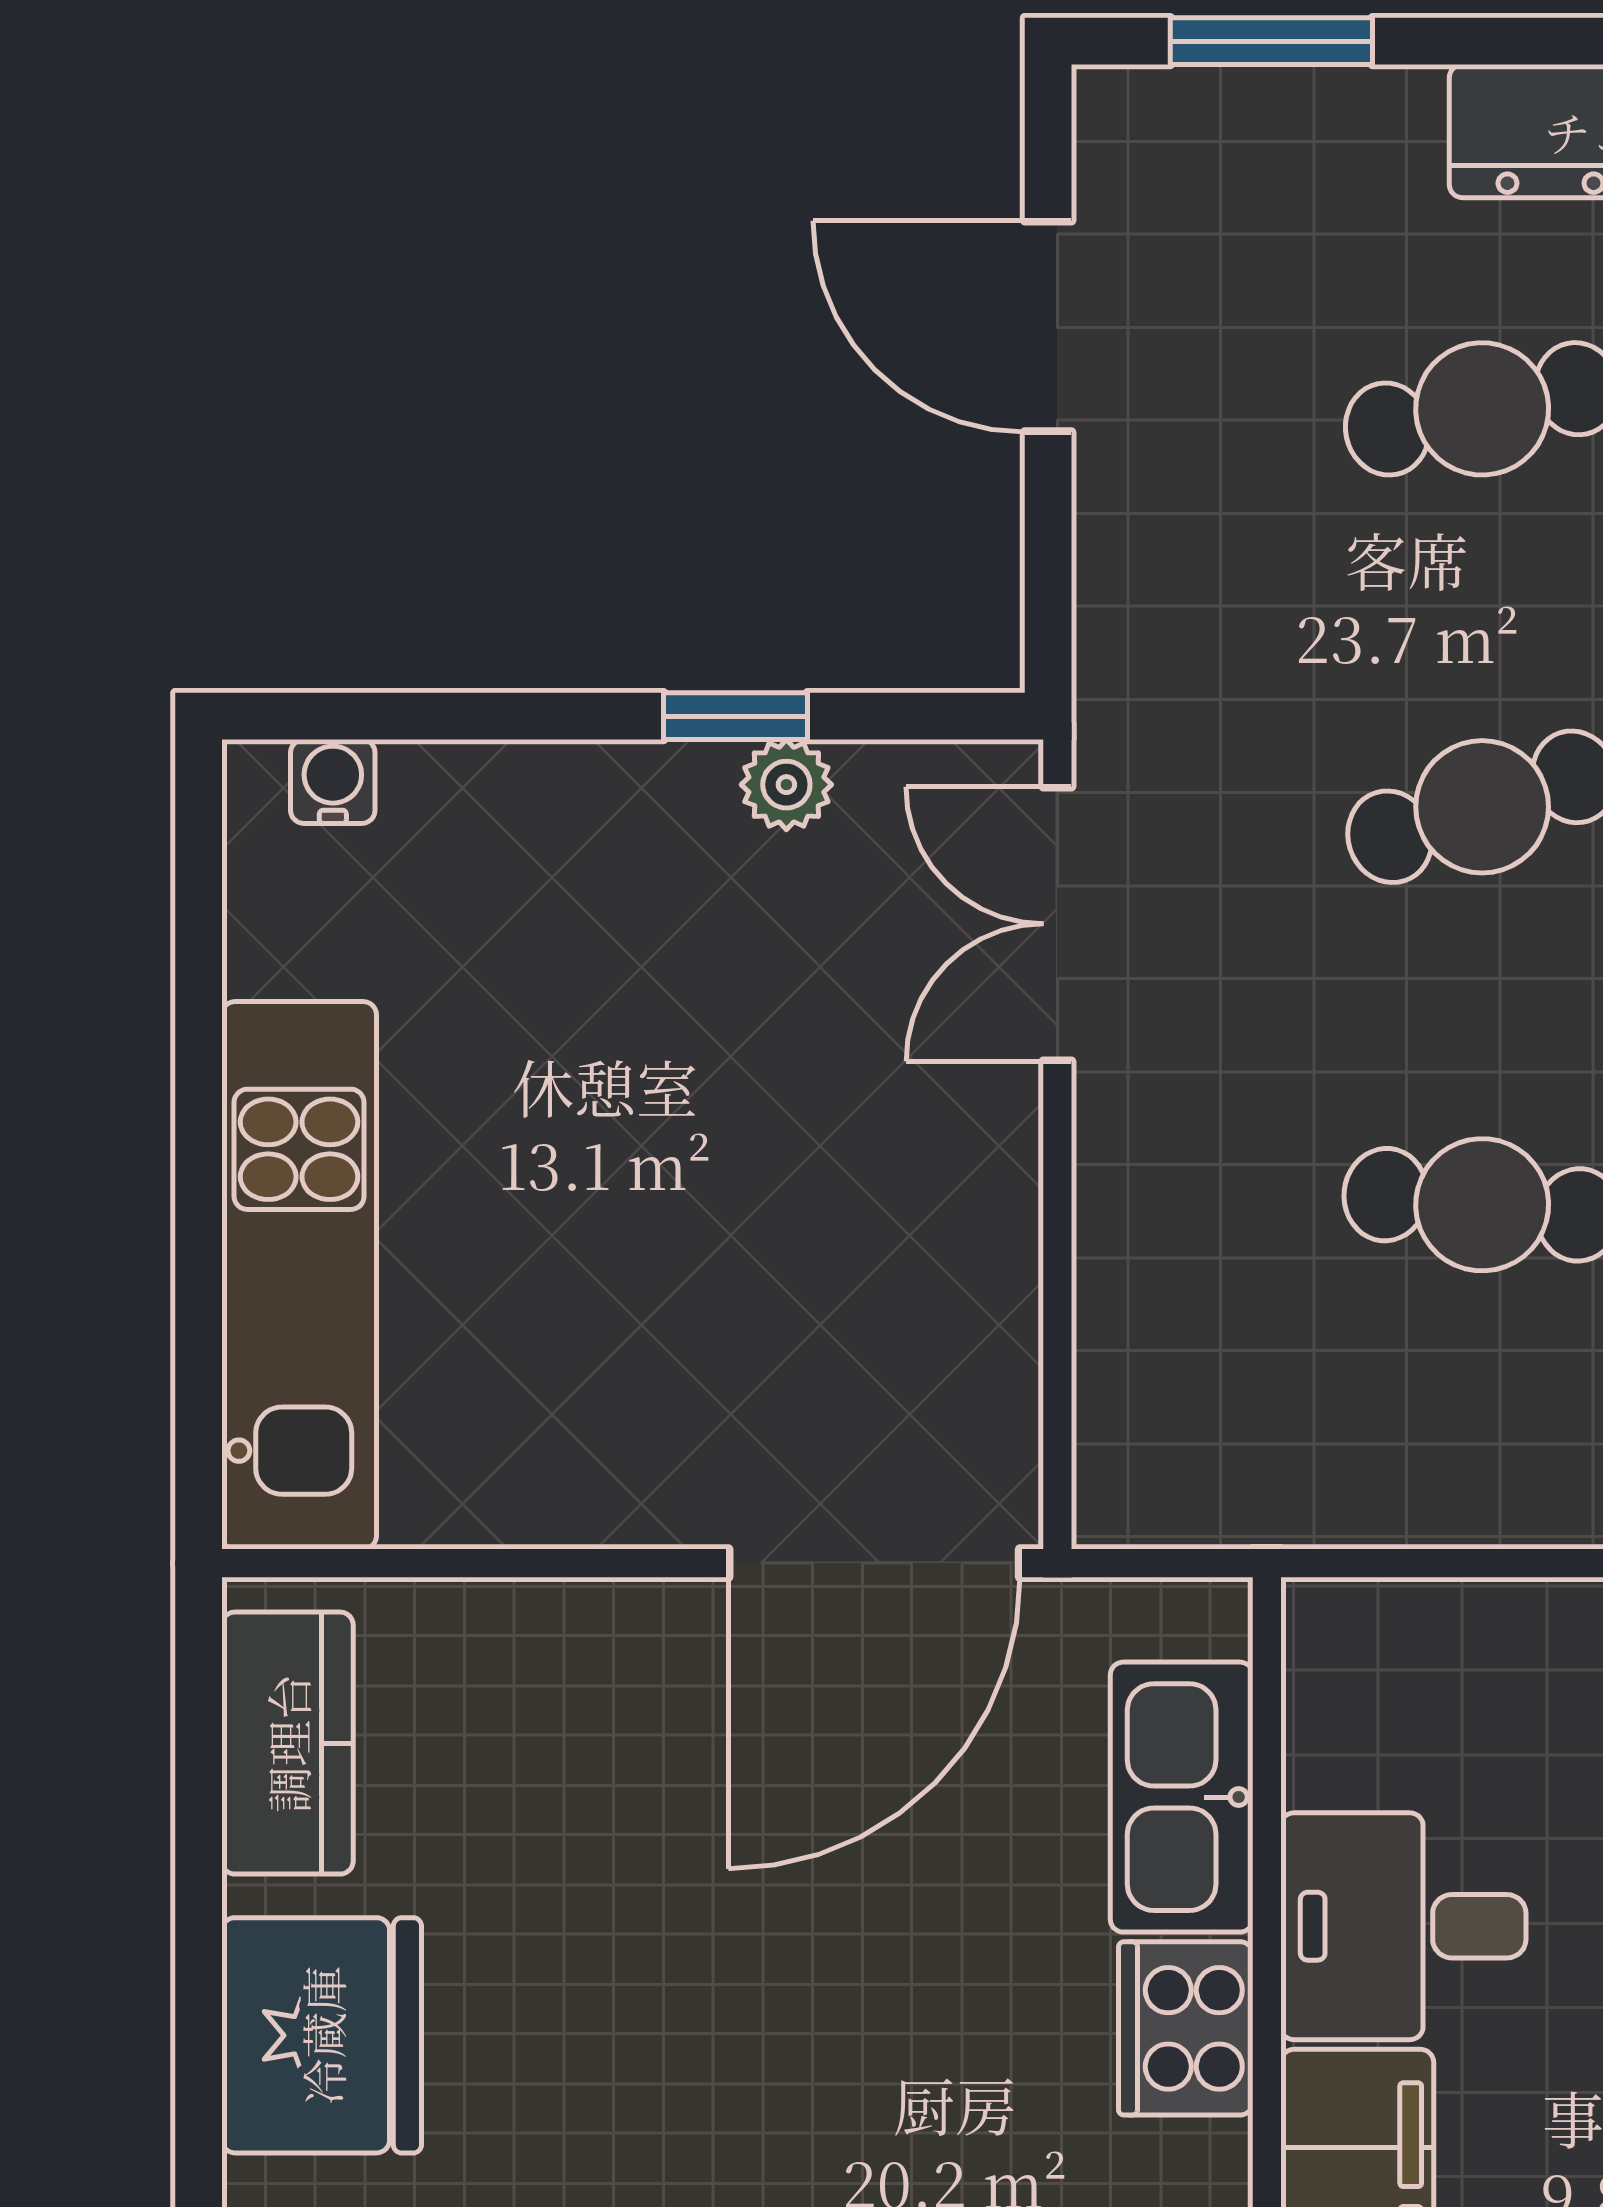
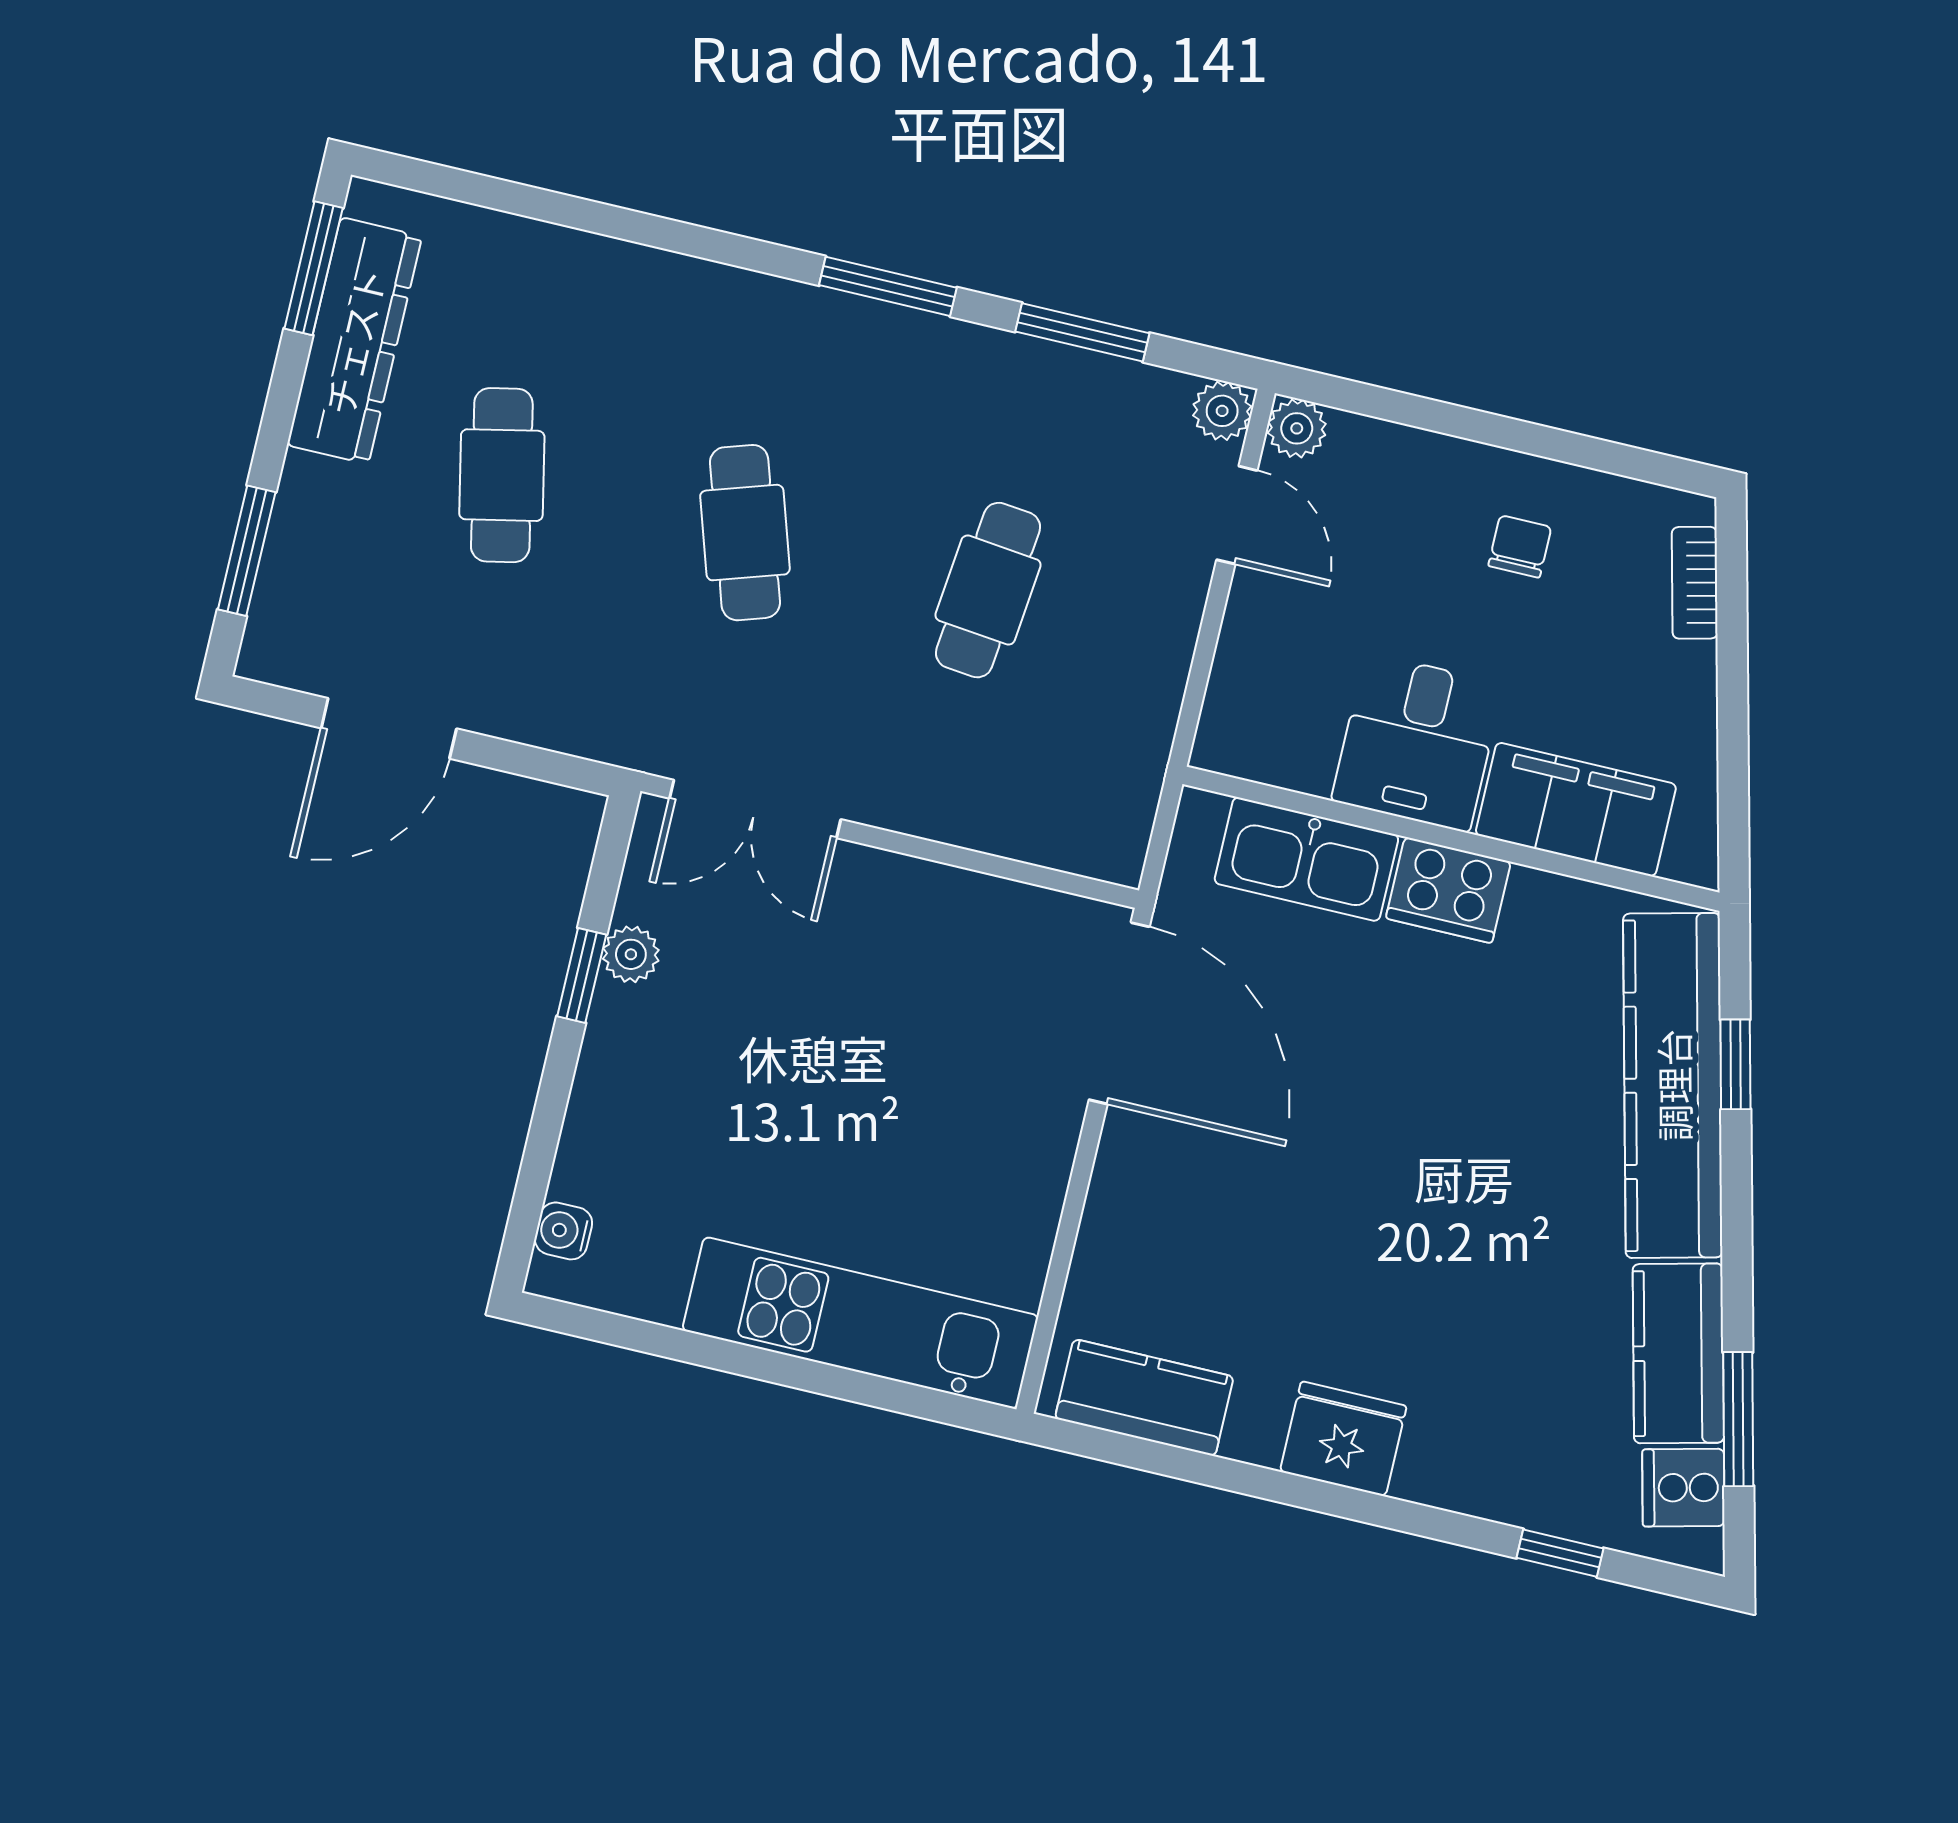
fridge: (322, 2035) -> (1343, 1439), width x0.73, depth x0.75

